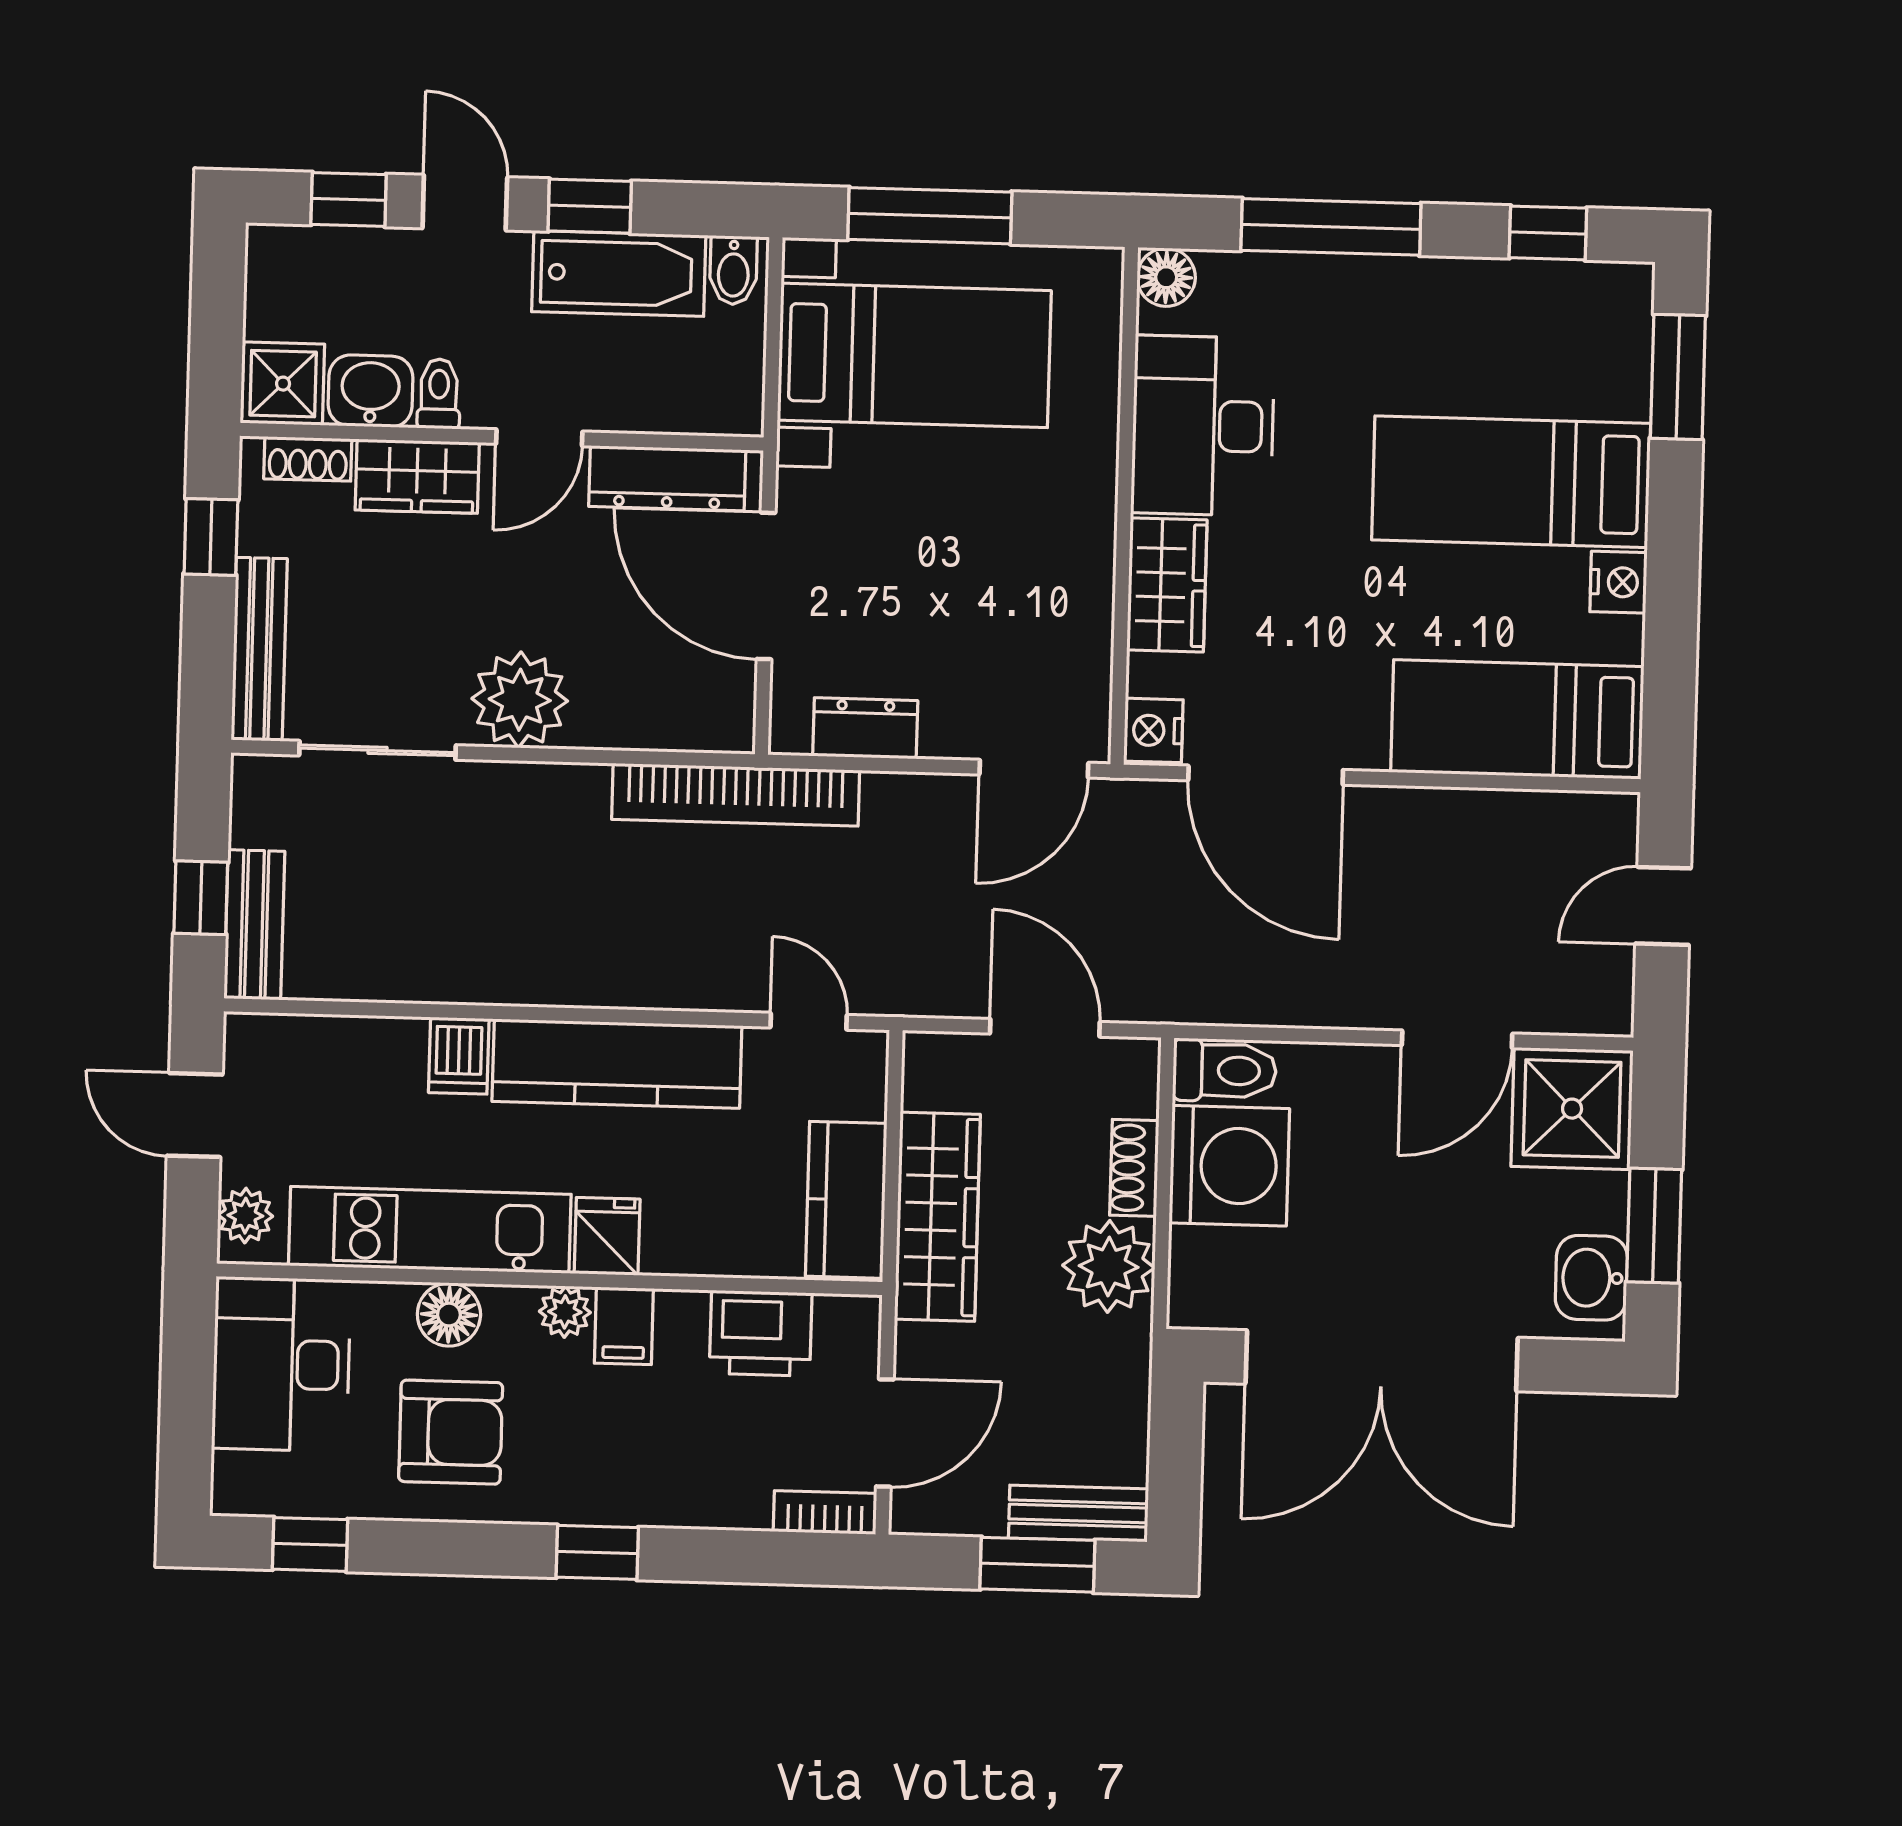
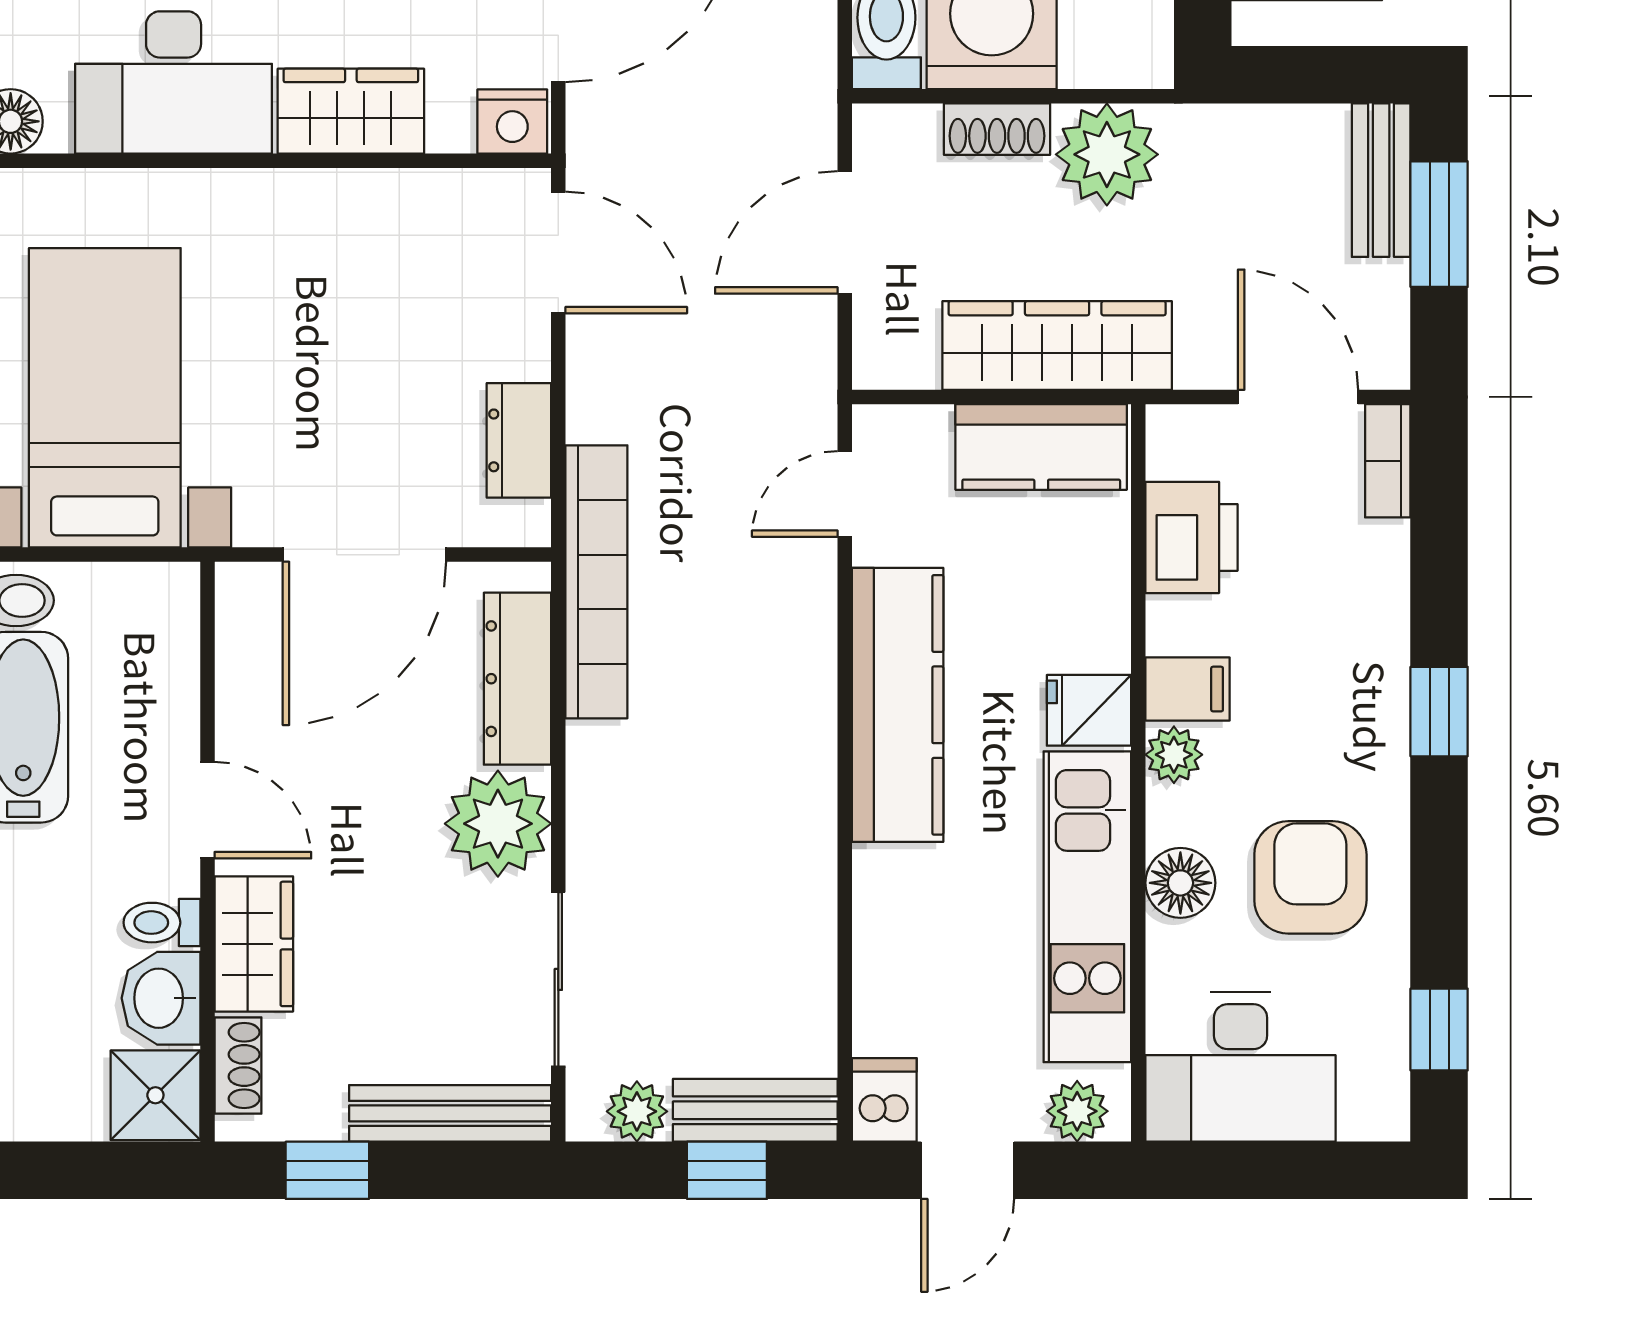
dresser: (667, 478) -> (517, 679), moved, turned 180
plant: (256, 818) -> (637, 1111), added
dishwasher: (459, 1056) -> (884, 1100), moved, turned -90

